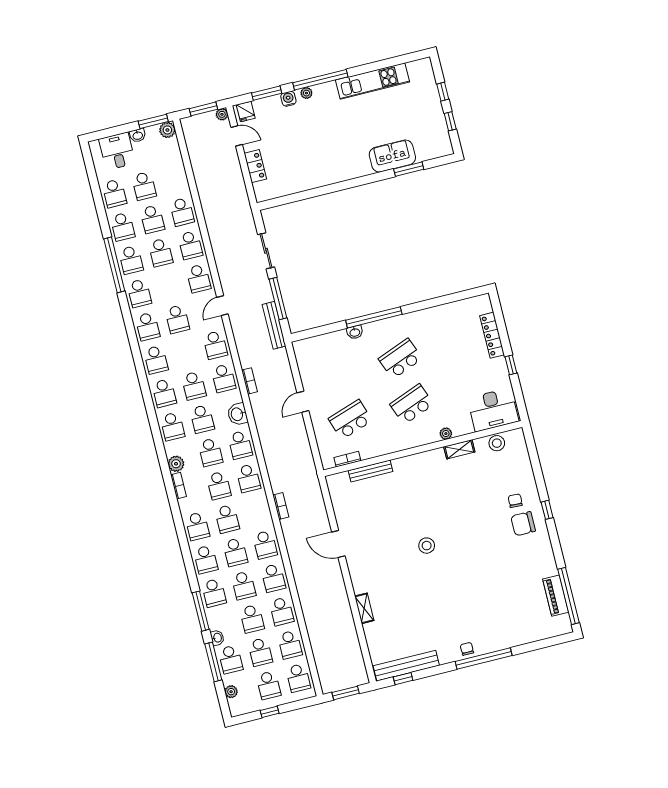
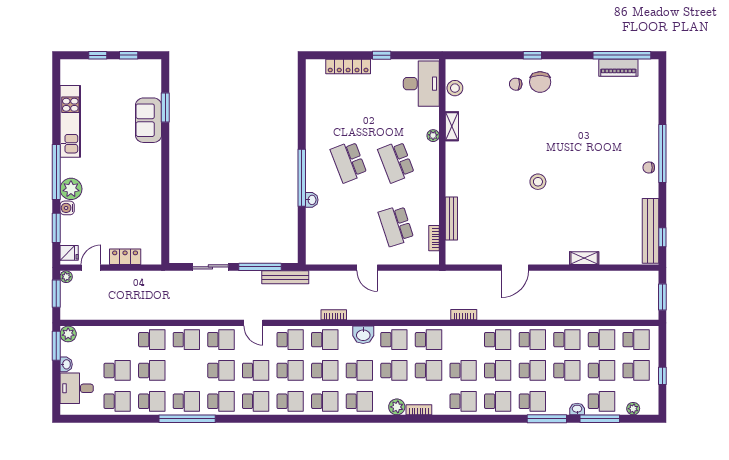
plant: (306, 93) -> (71, 189), width x1.88, depth x1.88
school desk: (161, 253) -> (221, 370), moved
school desk: (186, 352) -> (290, 370), added

